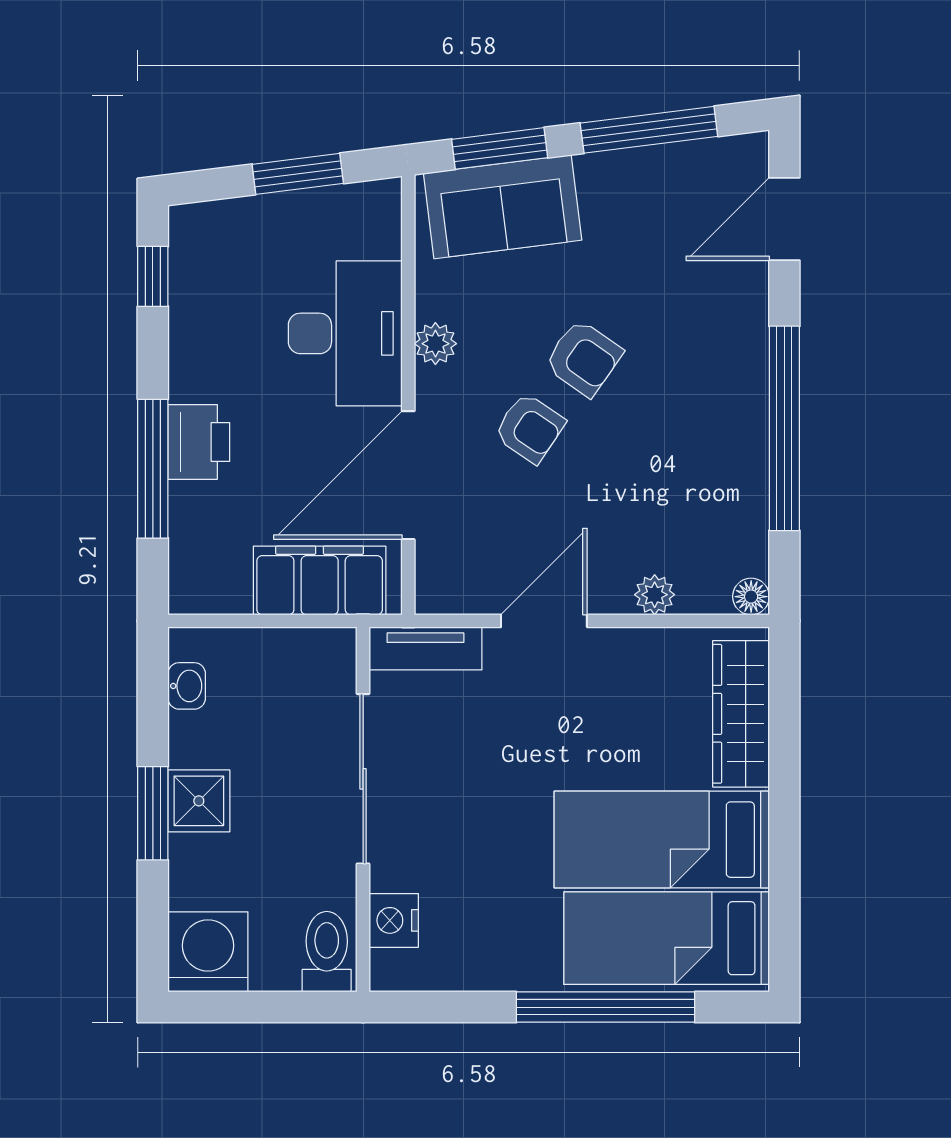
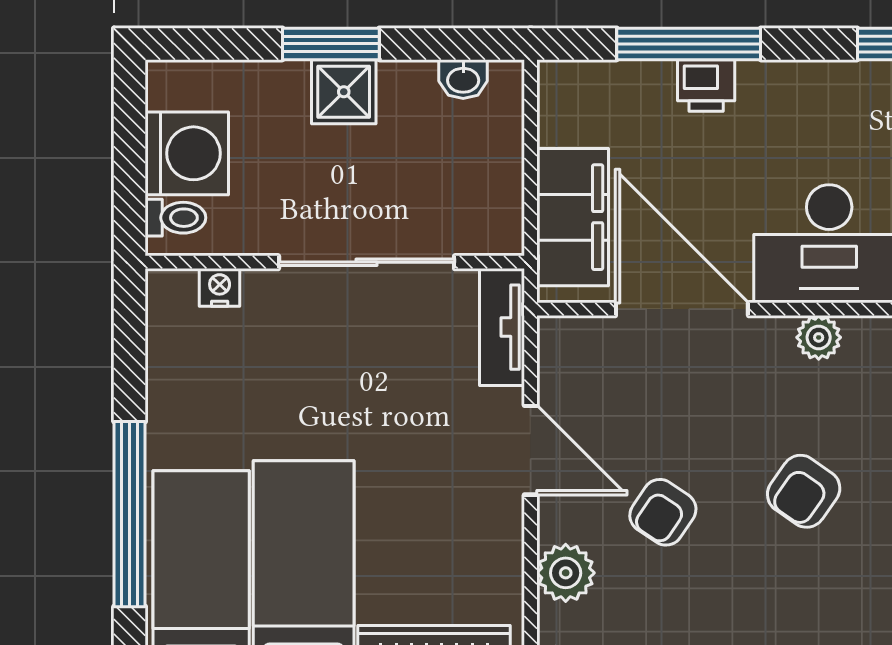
armchair: (530, 428) -> (663, 512), moved
printer: (199, 442) -> (706, 85), width x0.73, depth x0.81
plant: (655, 595) -> (566, 573), width x1.38, depth x1.38
nightstand: (394, 920) -> (220, 287), width x0.72, depth x0.74
washing machine: (208, 952) -> (187, 153), moved
toilet: (327, 952) -> (175, 218), width x0.73, depth x0.72

